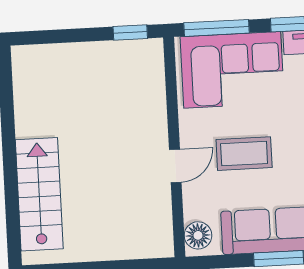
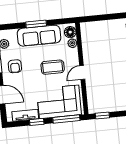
door: (175, 166) -> (82, 72), moved
plant: (194, 209) -> (72, 43), added

